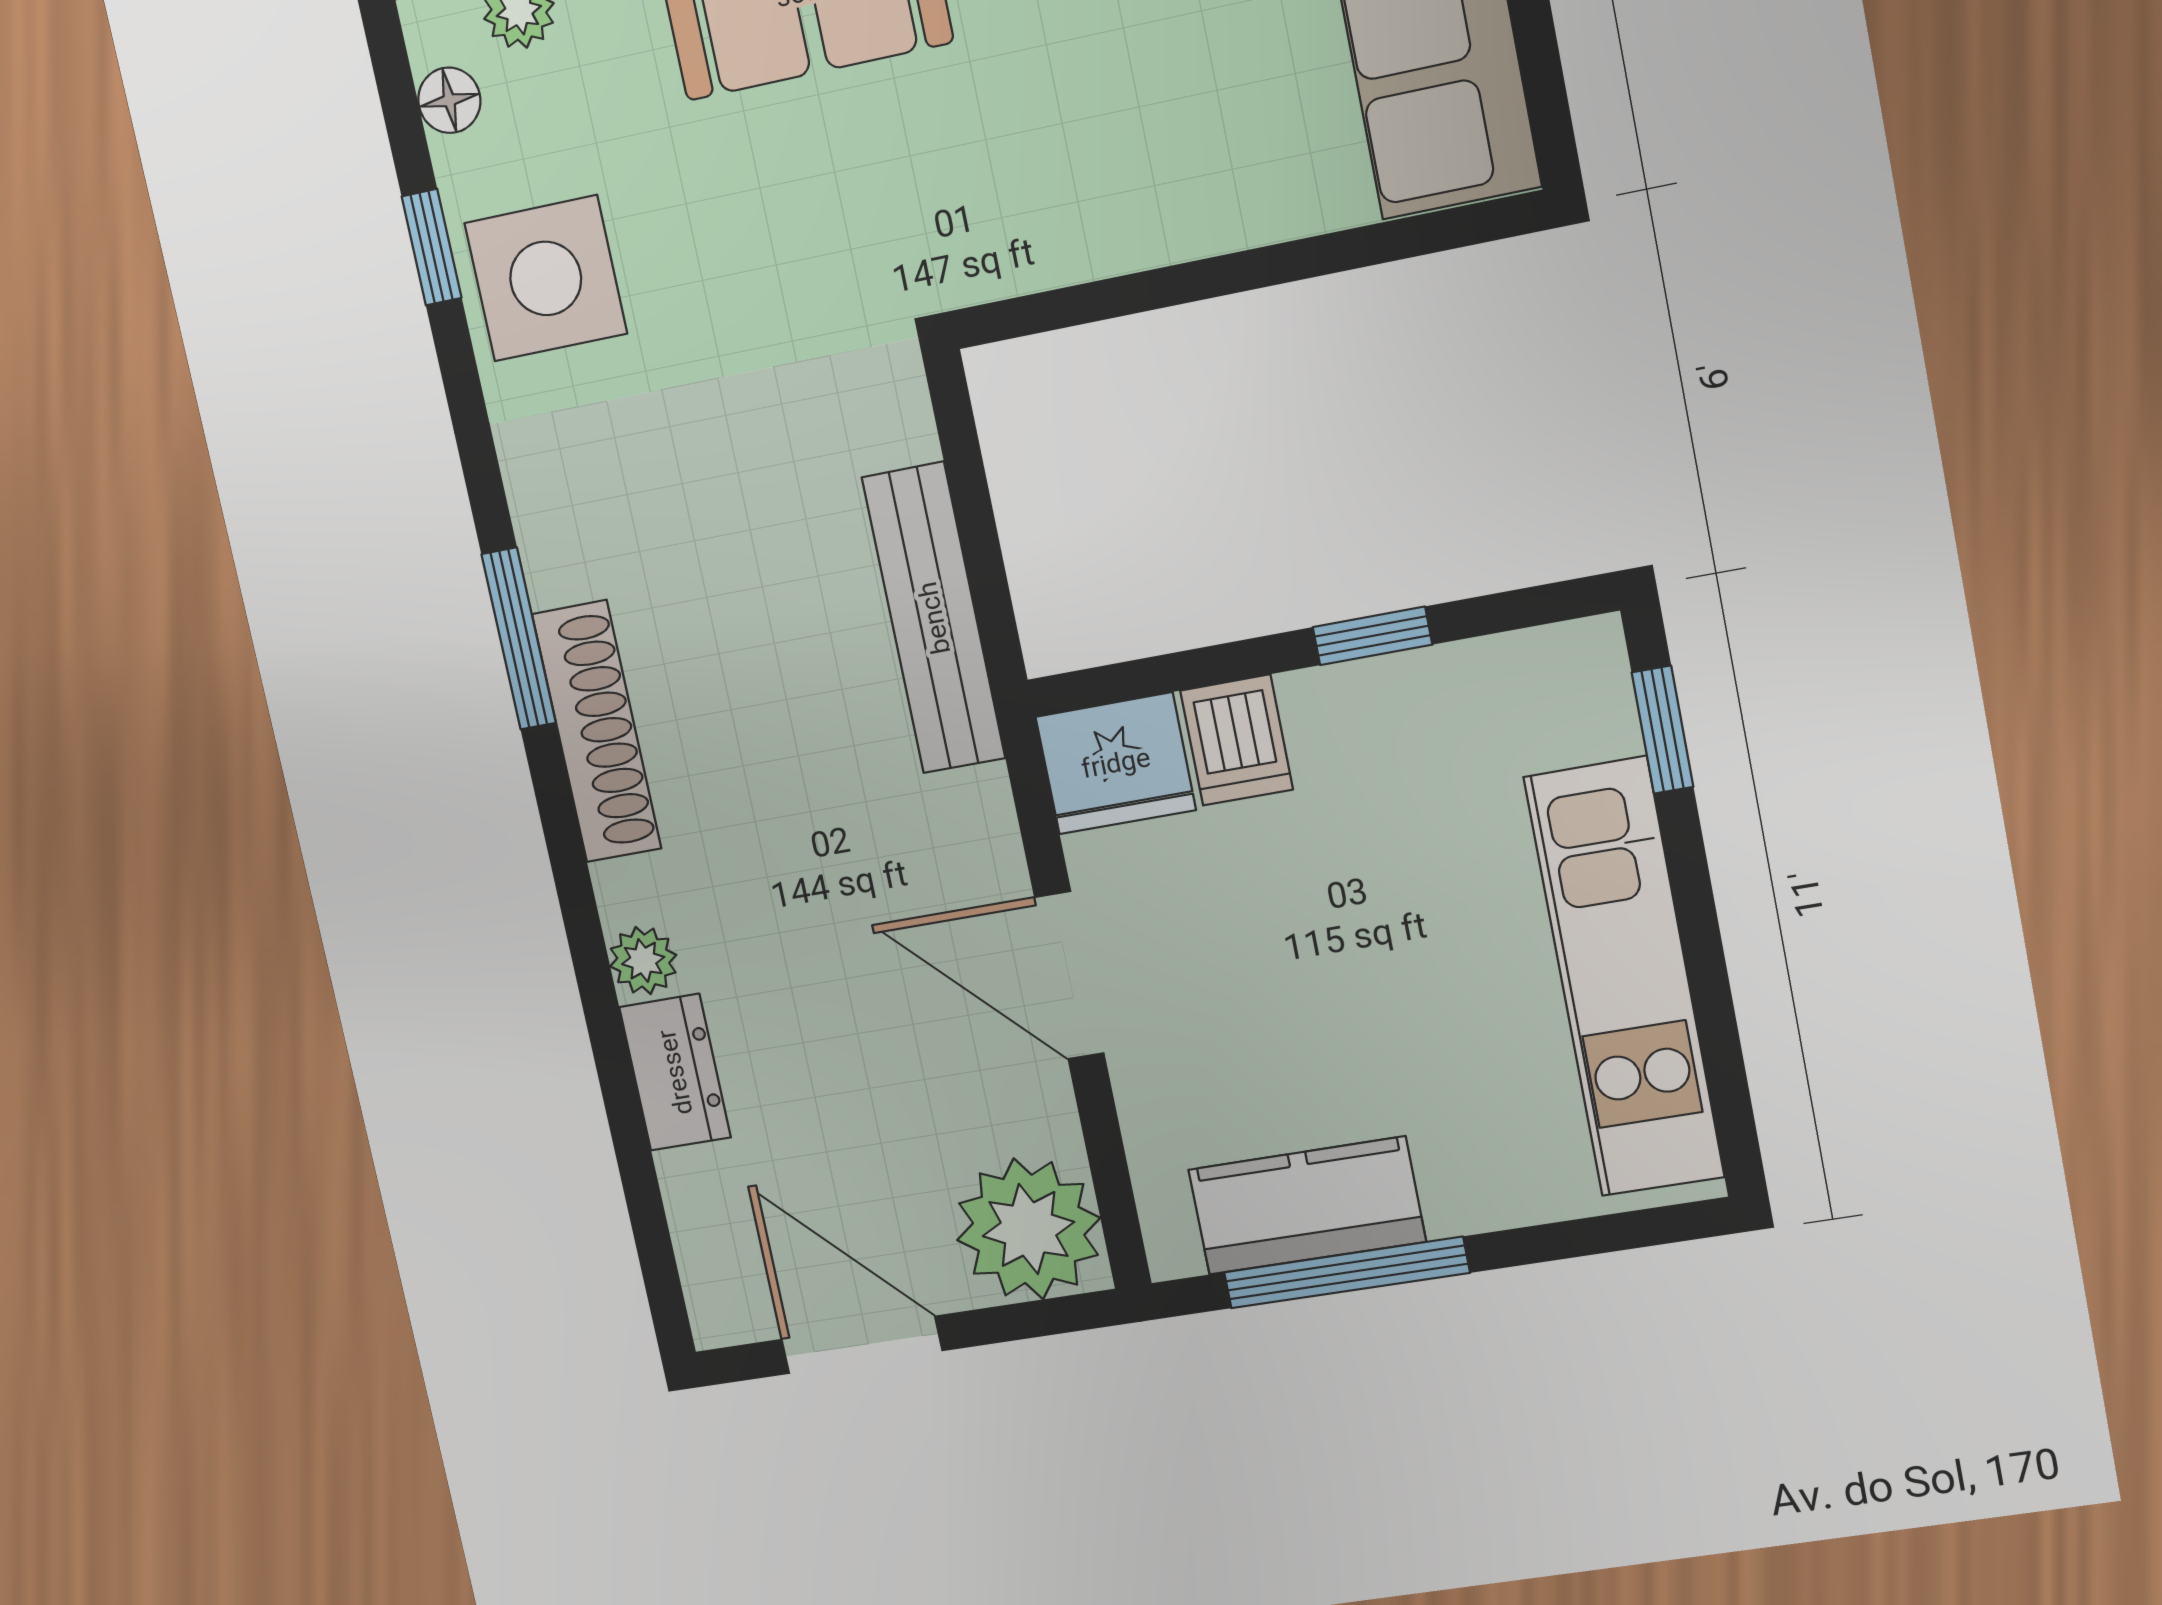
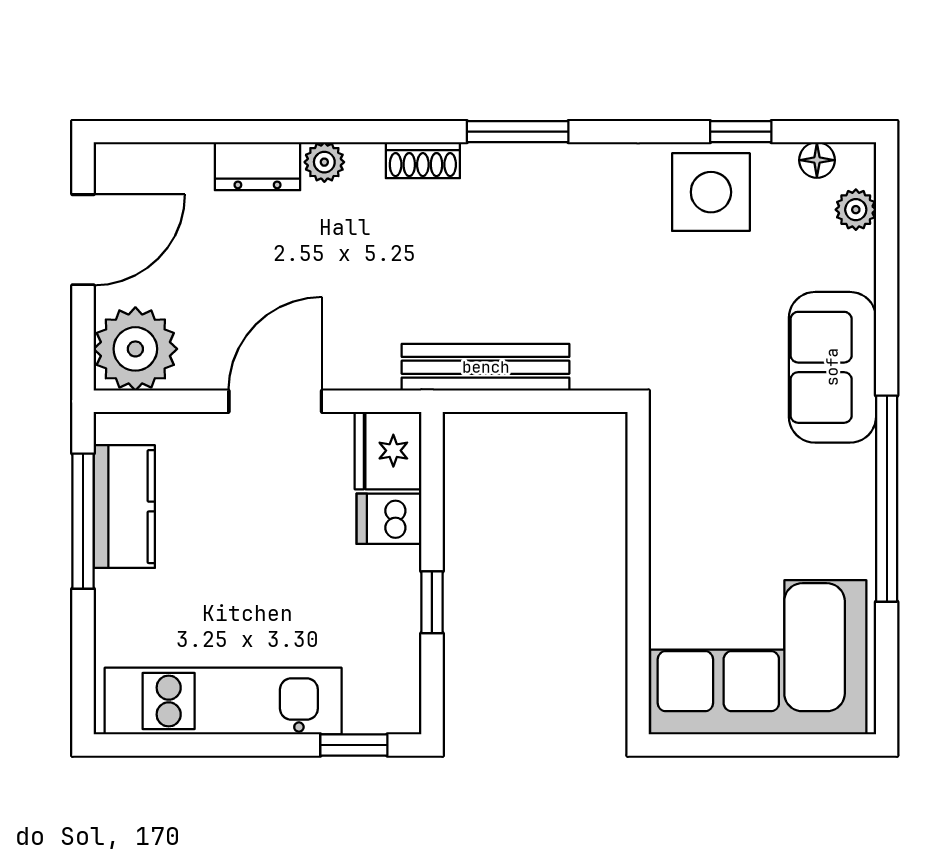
shoe rack: (597, 732) -> (423, 160), width x0.51, depth x0.81

